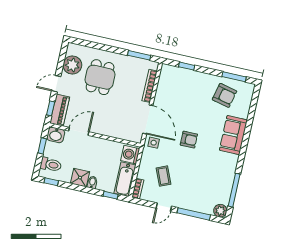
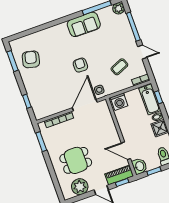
sofa: (233, 135) -> (84, 24), moved
bathtub: (125, 179) -> (150, 99), moved, turned 90

